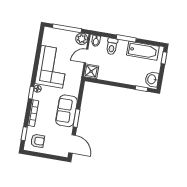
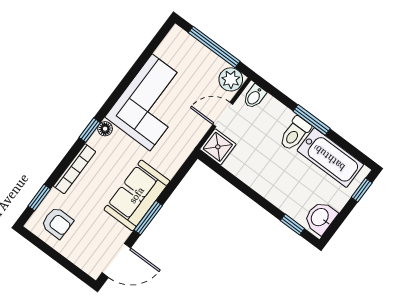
toilet: (112, 46) -> (295, 134), moved
door: (72, 144) -> (116, 260), hinge flipped

